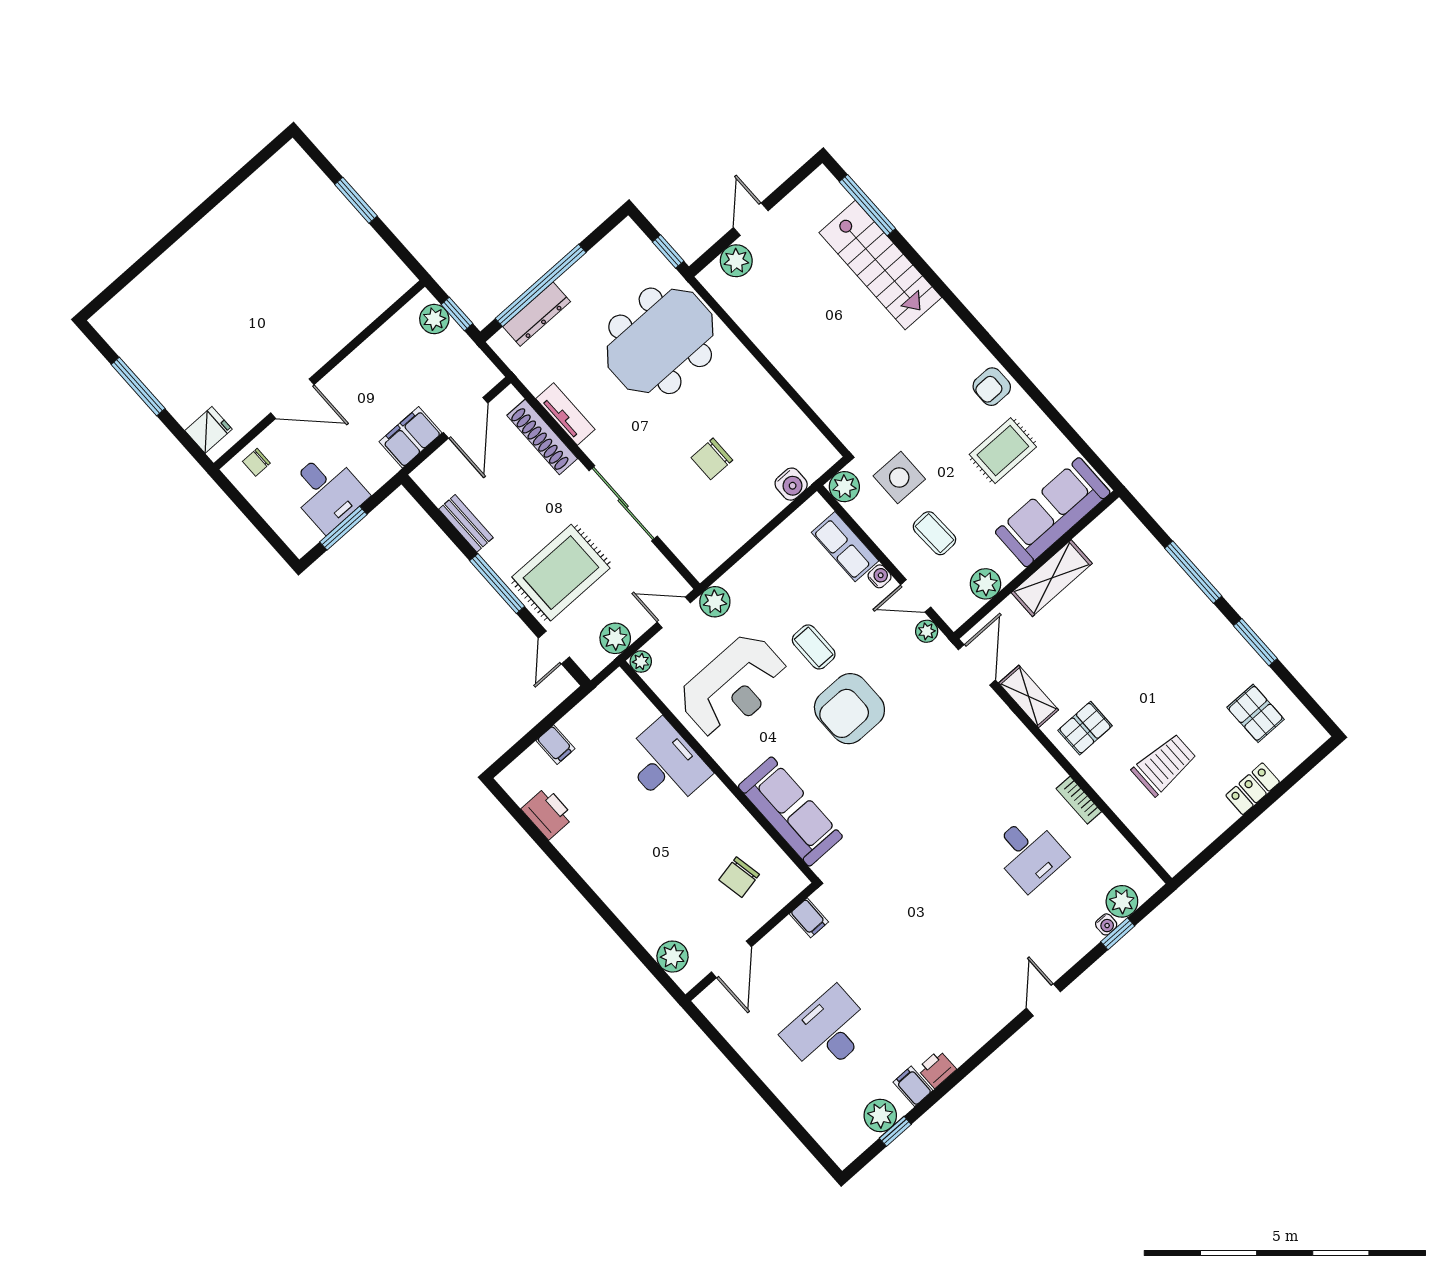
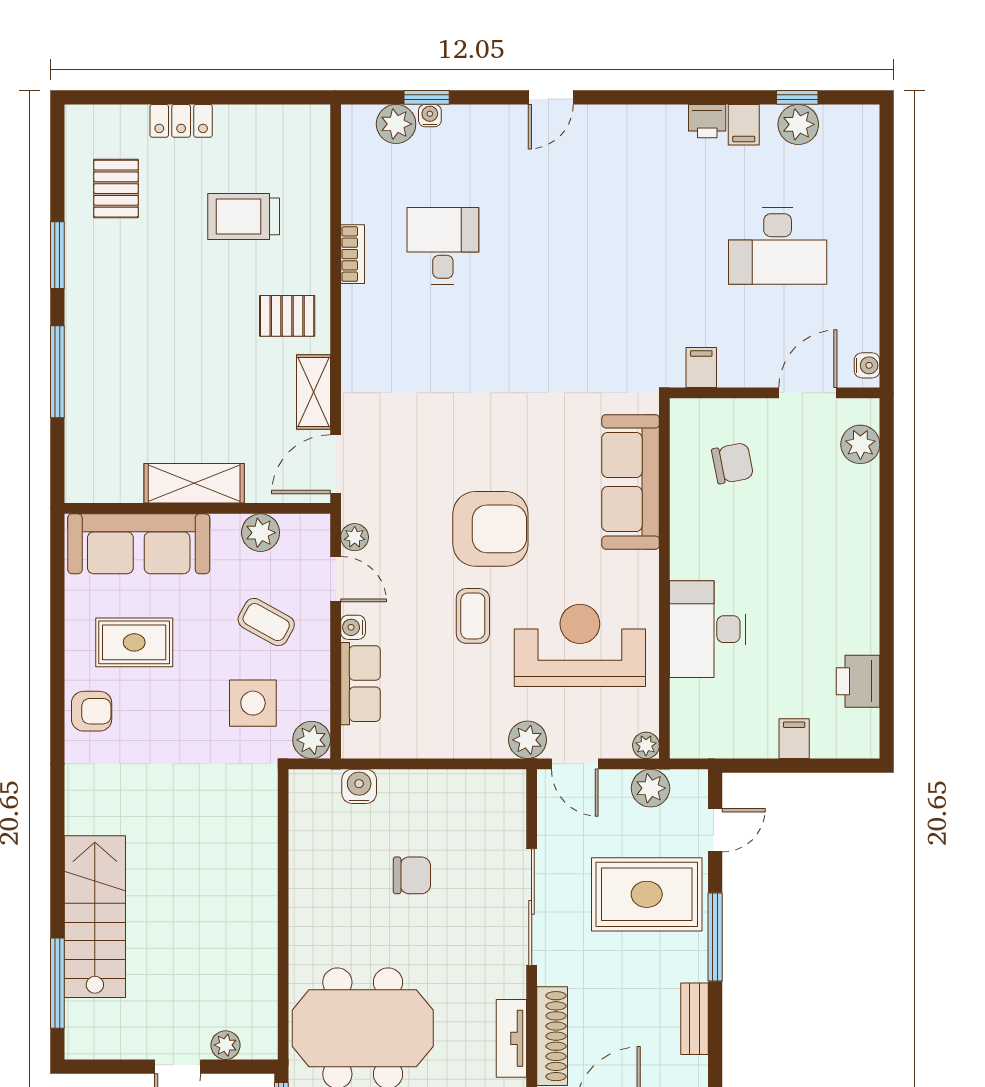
plant: (736, 261) -> (226, 1045), width x0.73, depth x0.73
coffee table: (934, 533) -> (266, 622), turned -59
water cooler: (711, 1008) -> (867, 365), added

